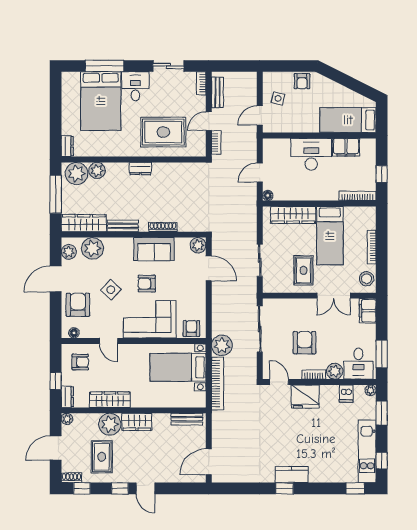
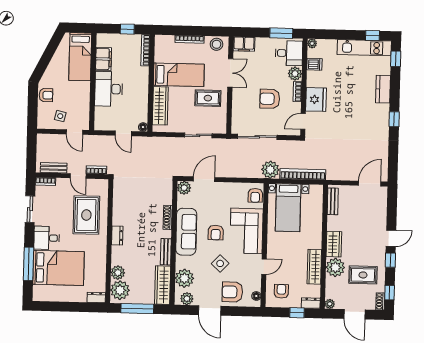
sofa: (154, 249) -> (186, 232), width x1.36
armchair: (191, 329) -> (255, 195), turned -90
window: (382, 413) -> (332, 34), removed
door: (209, 462) -> (370, 184), swing flipped
kitchen counter: (292, 475) -> (383, 89), moved

